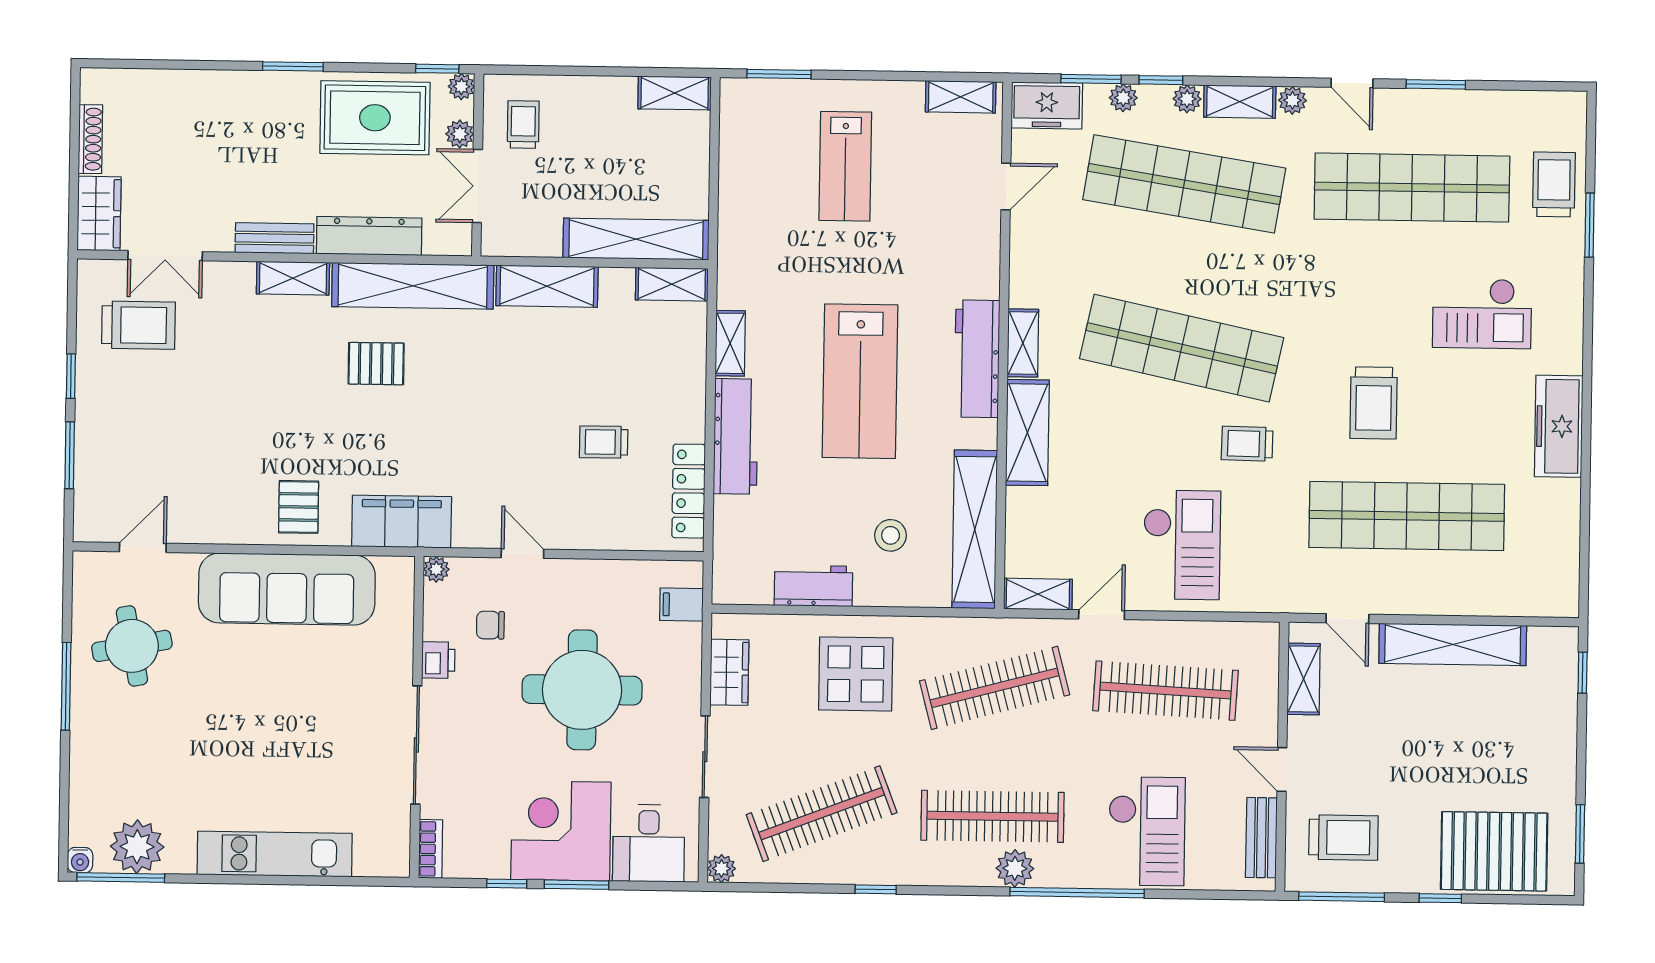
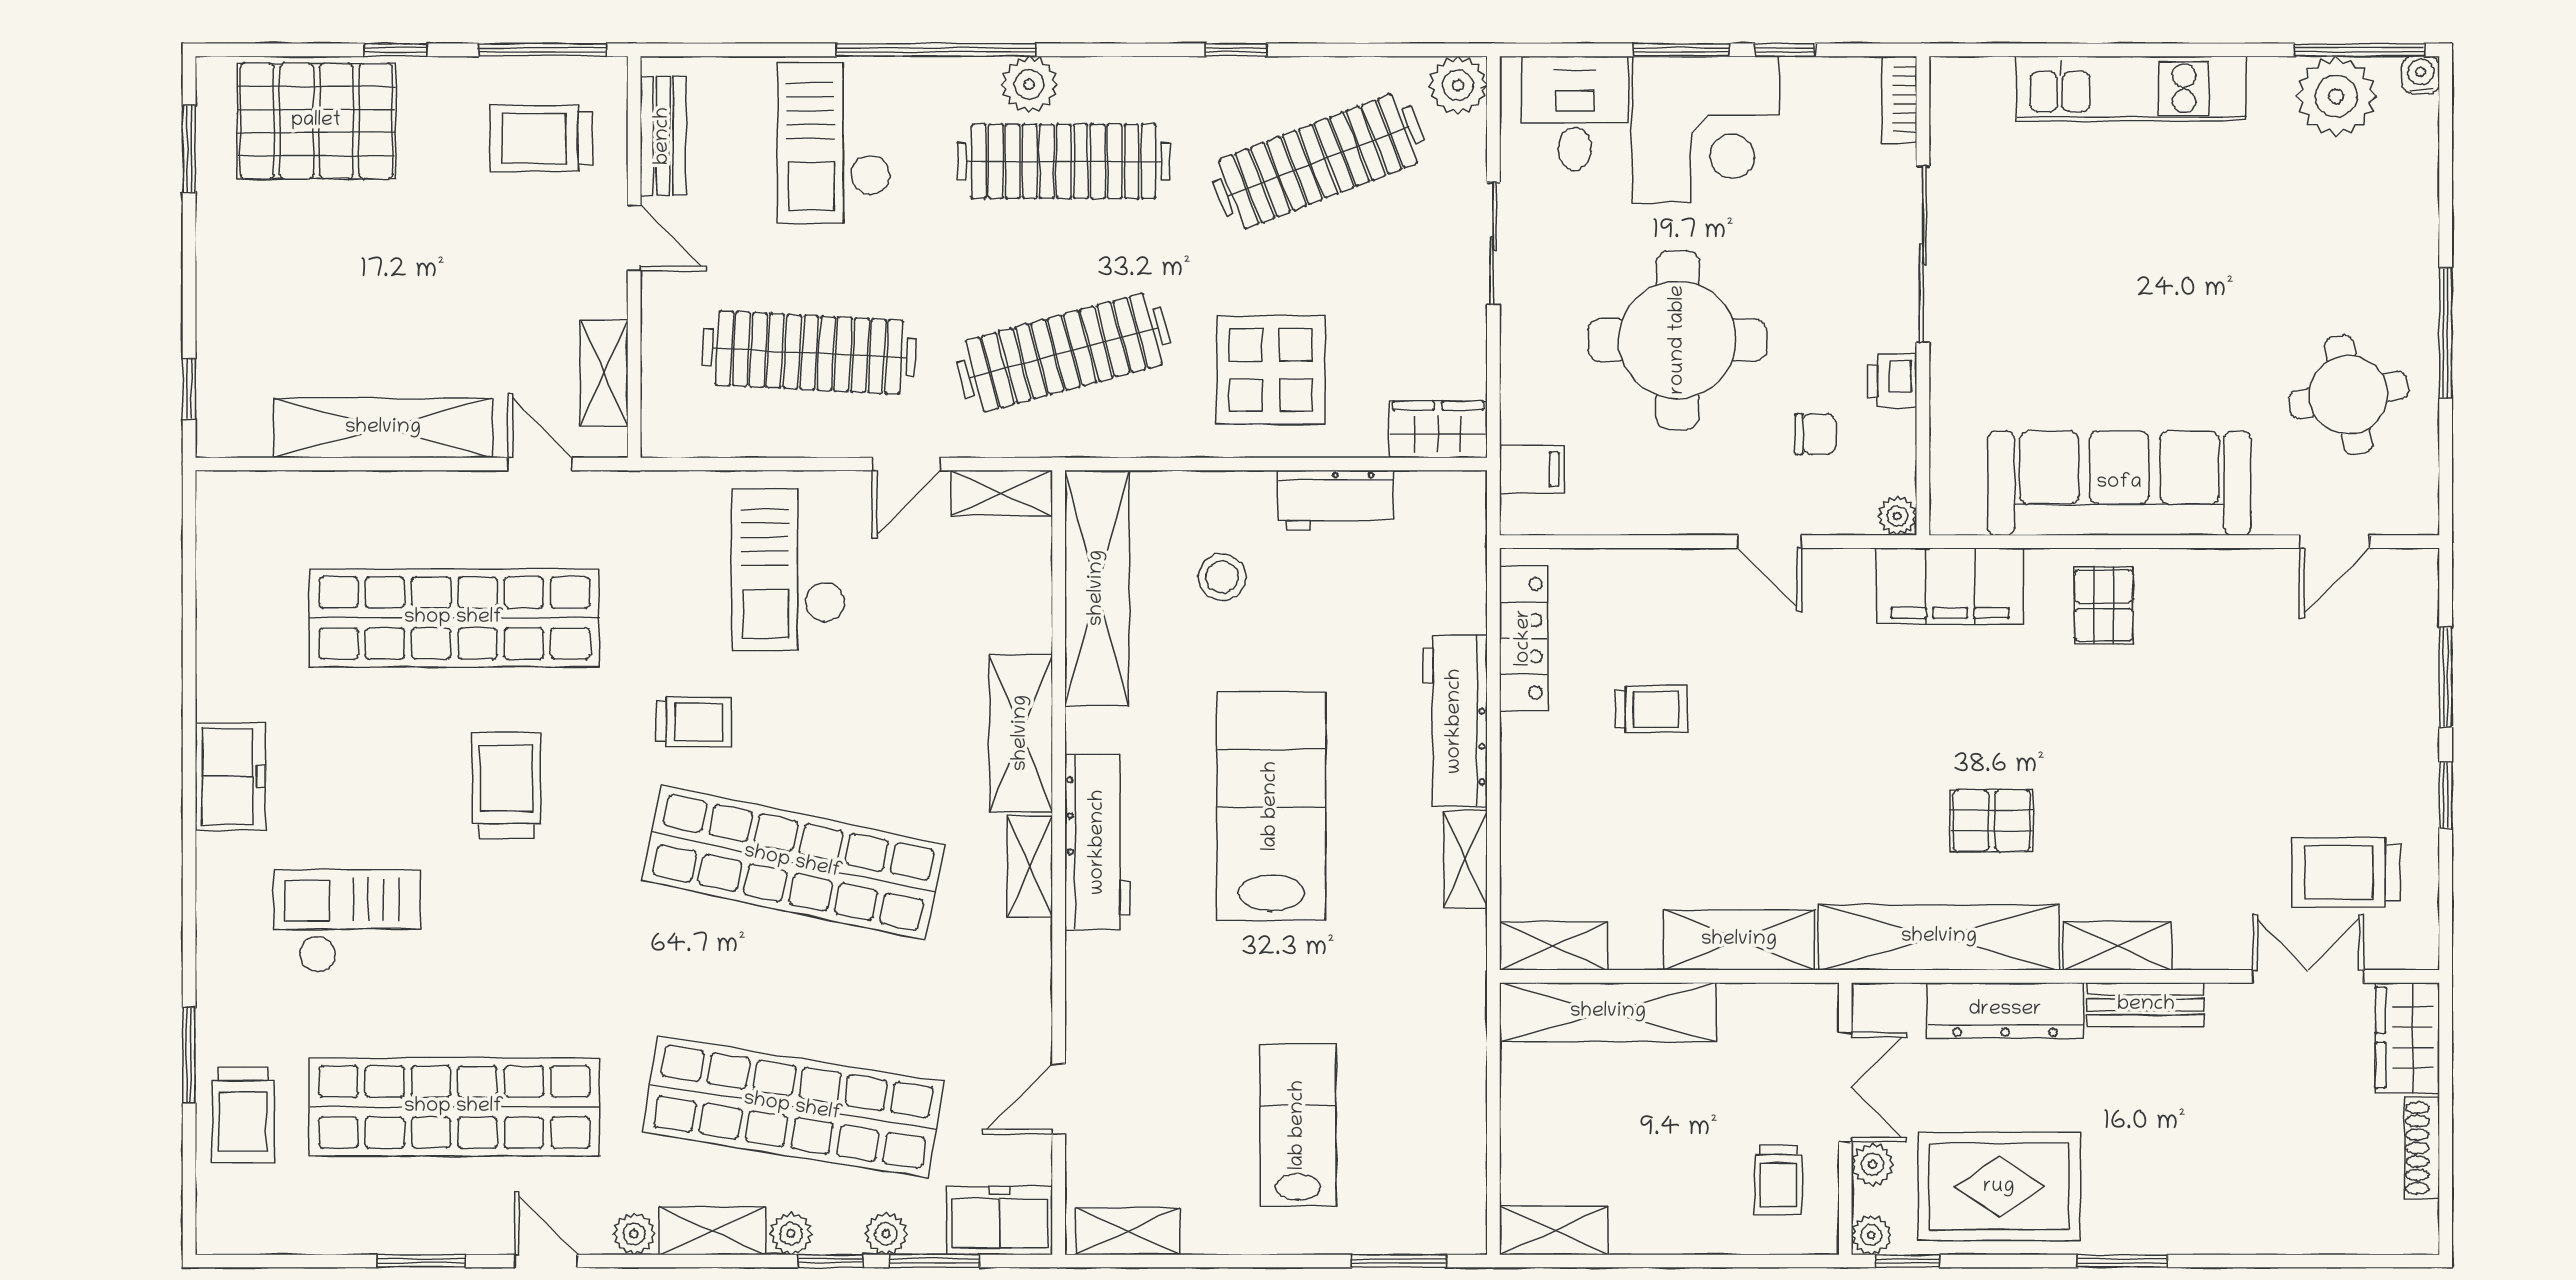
freezer: (1559, 426) -> (230, 777), width x0.71
wardrobe: (729, 672) -> (1438, 429), moved, turned 90
plant: (721, 869) -> (1458, 85), width x1.38, depth x1.38

